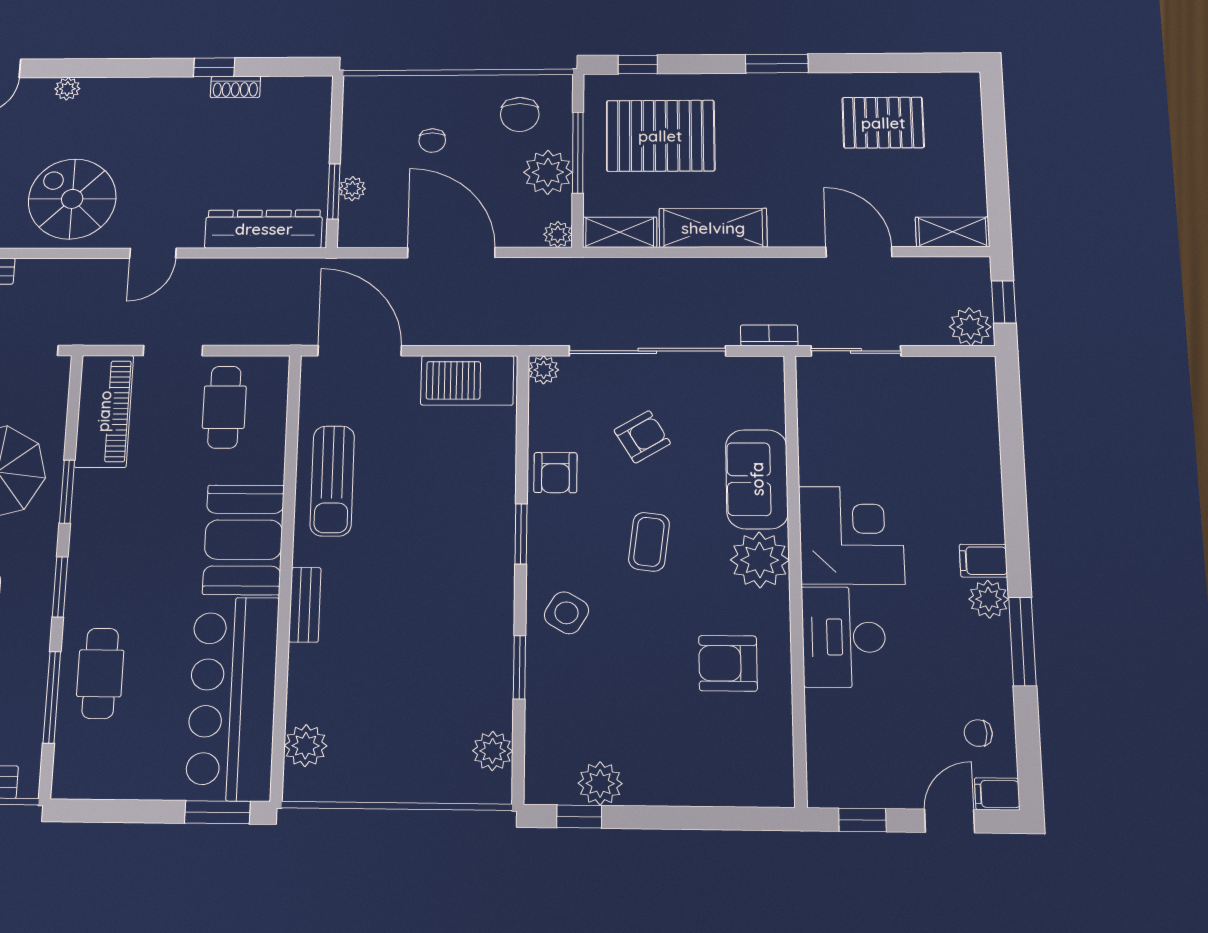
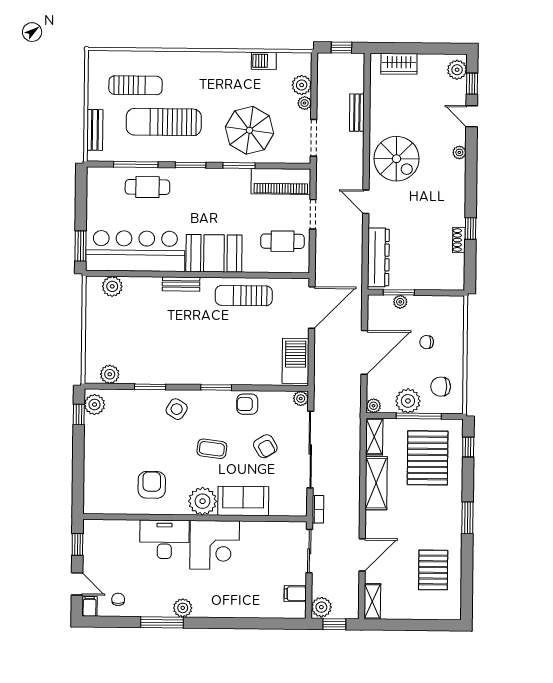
spiral stairs: (72, 199) -> (396, 159), turned 90
filing cabinet: (983, 561) -> (295, 594), moved, turned -90
plant: (600, 783) -> (95, 404), moved

